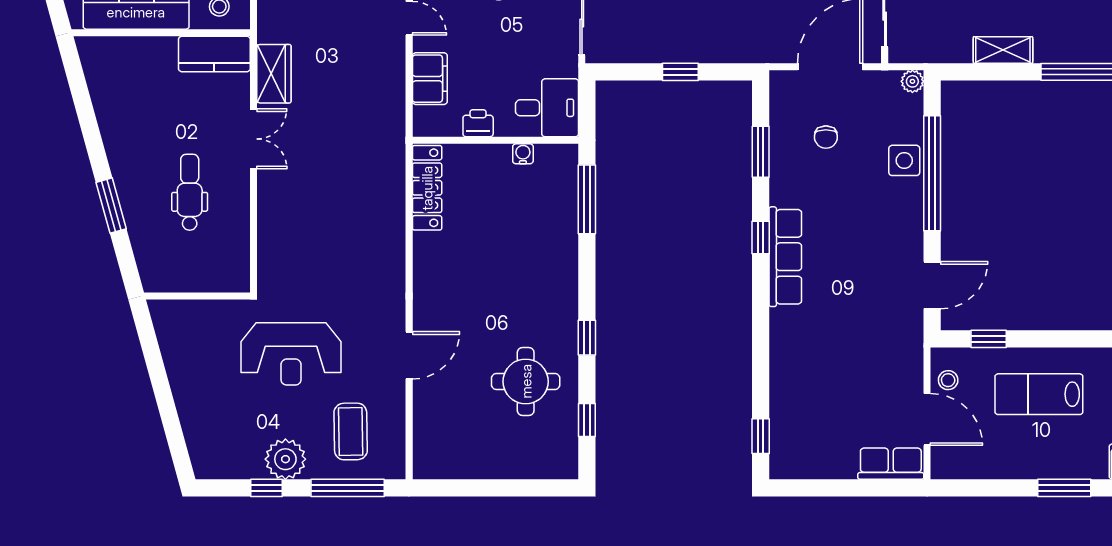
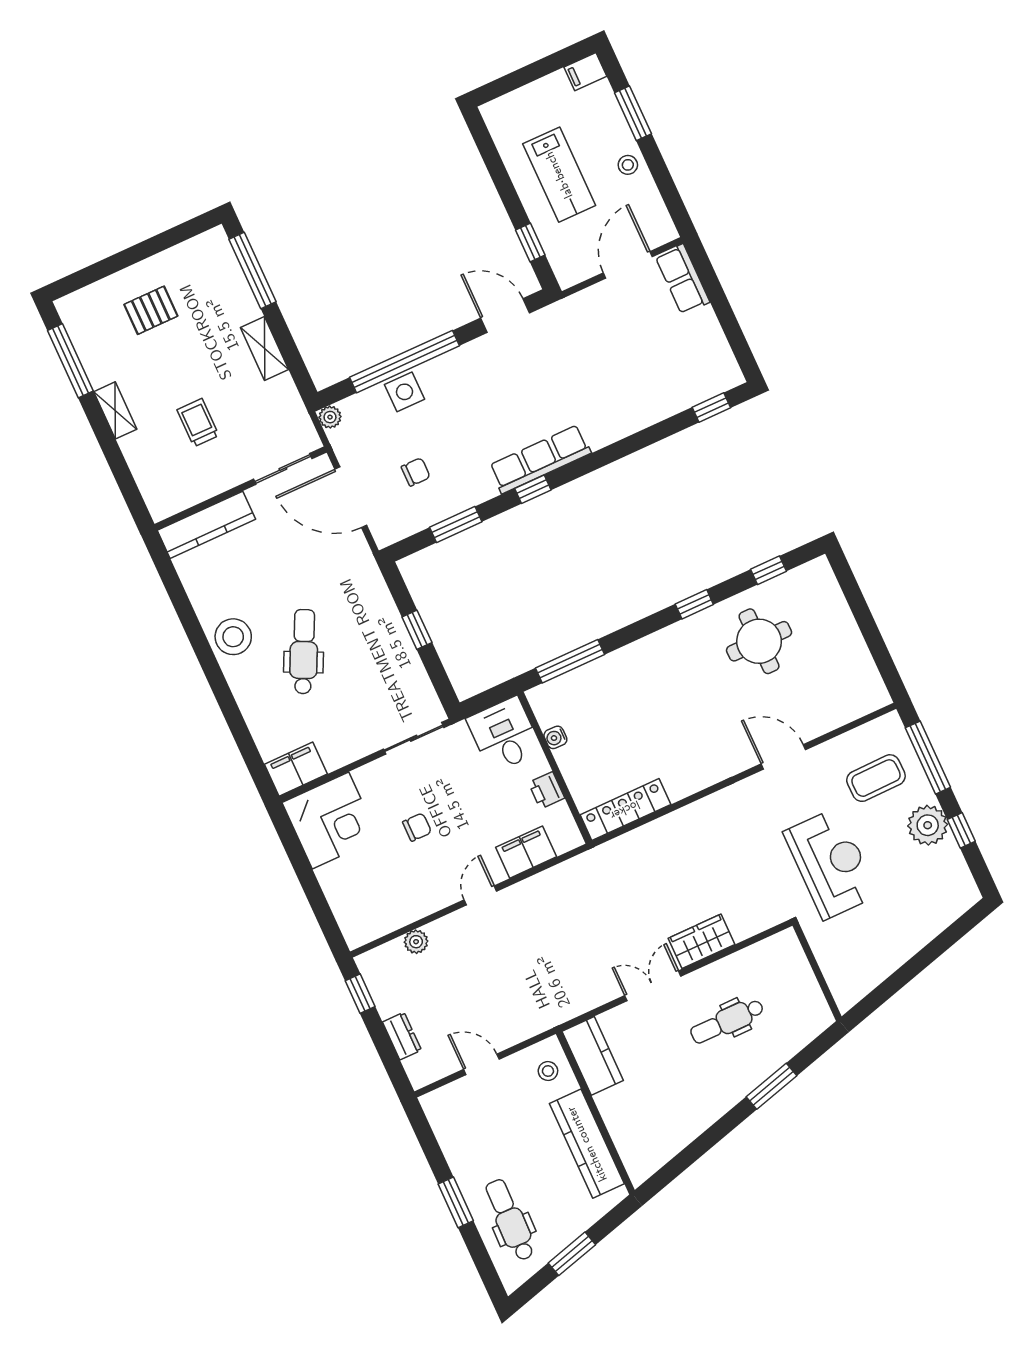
wardrobe: (274, 74) -> (702, 941), moved
stool: (948, 380) -> (628, 165), moved

